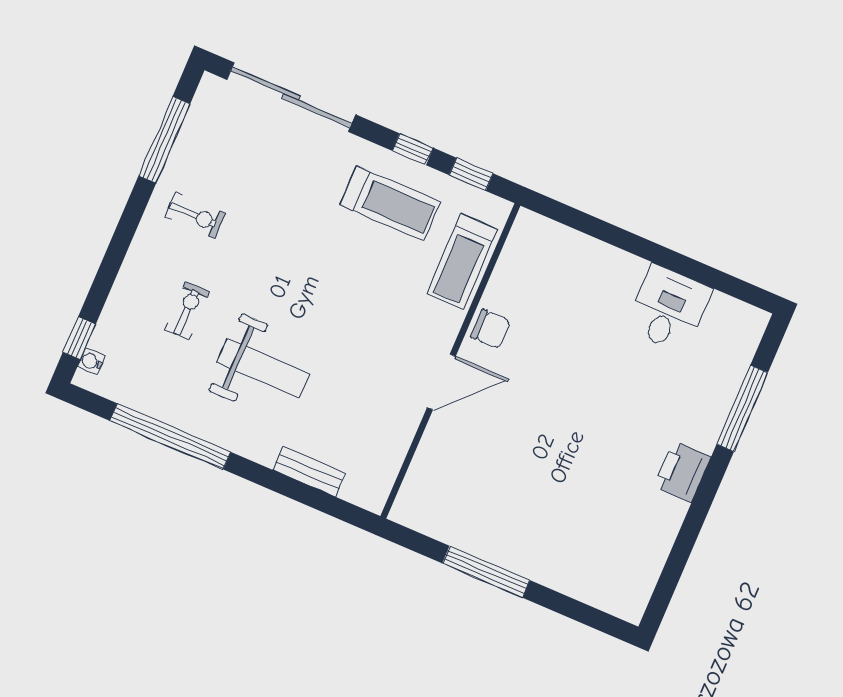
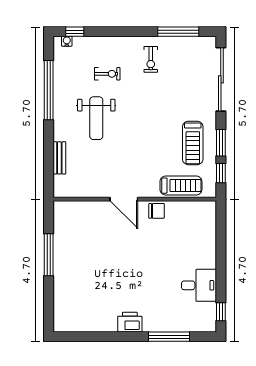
window: (413, 149) -> (221, 143), width x1.50
treadmill: (462, 261) -> (181, 186), turned 180
window: (737, 288) -> (221, 312), added
chair: (490, 329) -> (156, 211), turned -90

